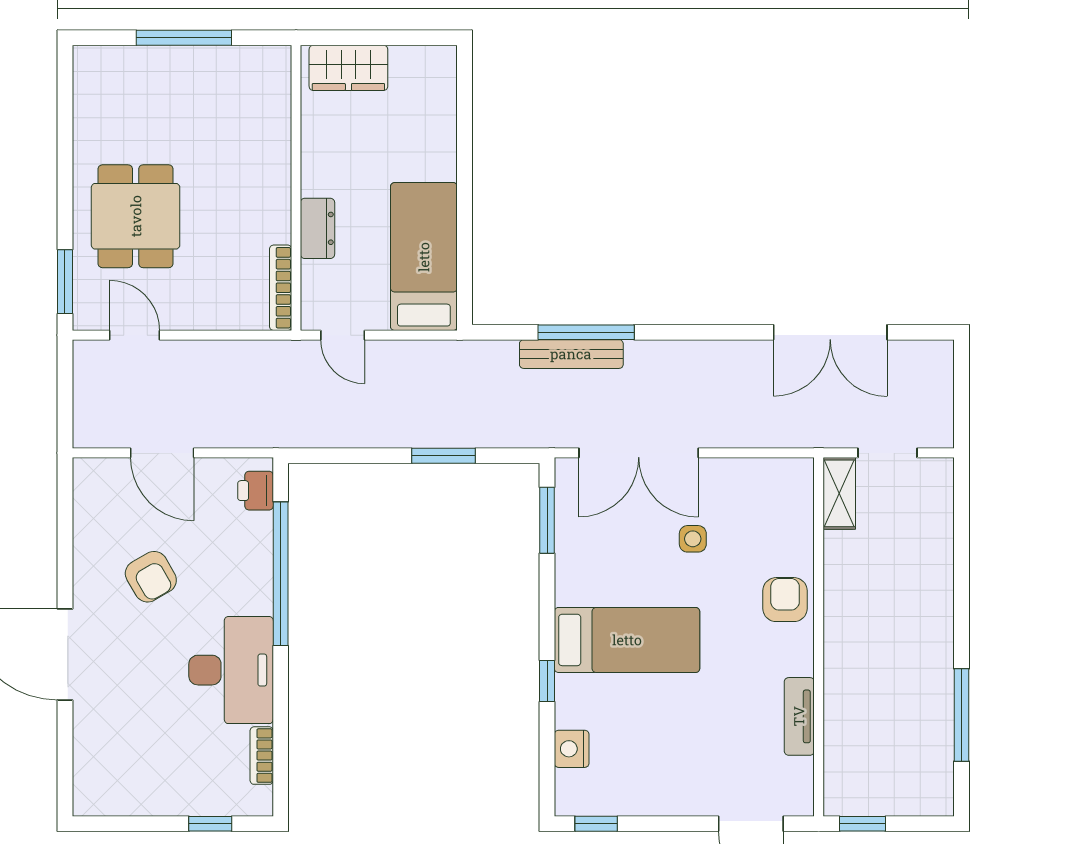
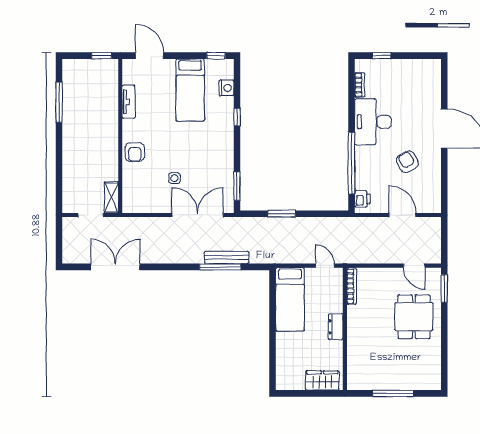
dresser: (318, 228) -> (336, 327), moved
bed: (627, 640) -> (190, 90), moved, turned -90

